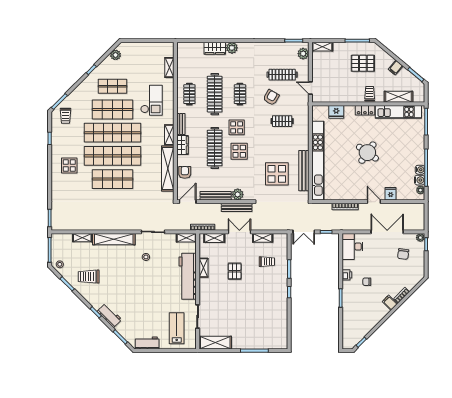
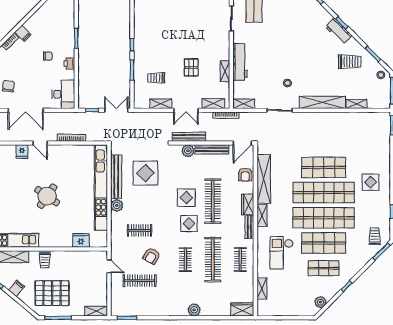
wardrobe: (215, 48) -> (242, 309), moved
plant: (303, 54) -> (117, 205), moved
pallet: (363, 63) -> (52, 293), width x1.37, depth x1.41
locker: (365, 110) -> (50, 242), removed
workbench: (188, 276) -> (240, 62), width x0.73, depth x0.76
workbench: (109, 315) -> (339, 31), moved

